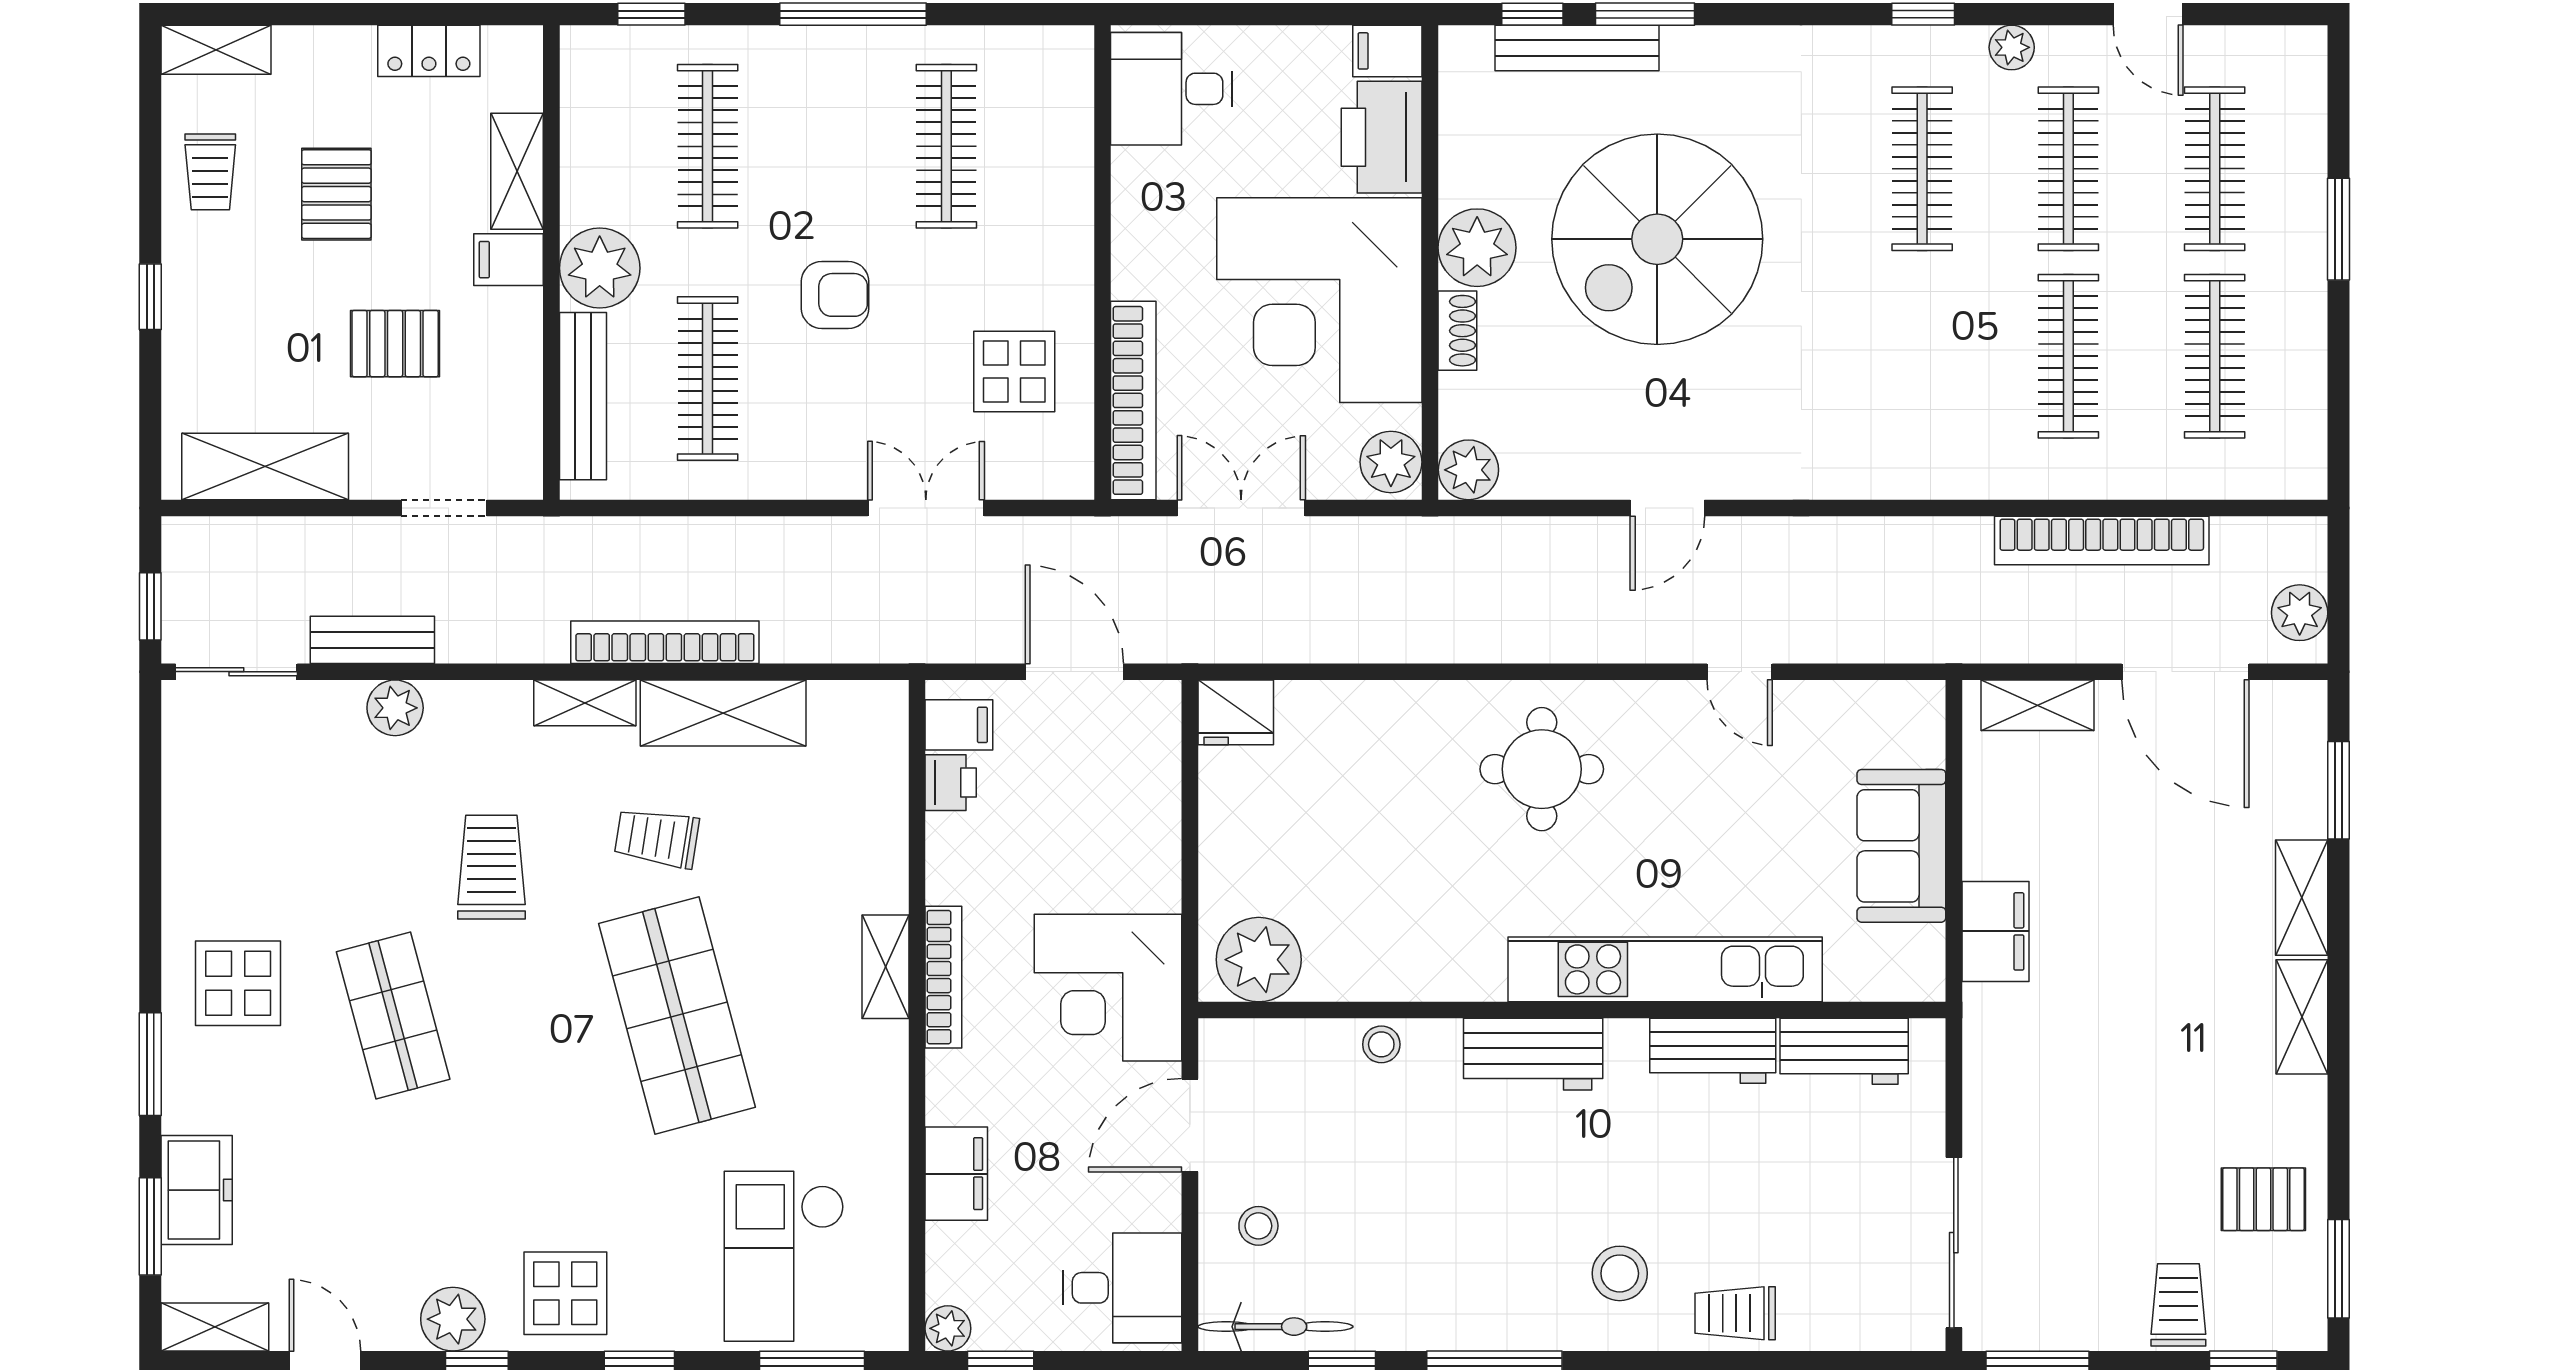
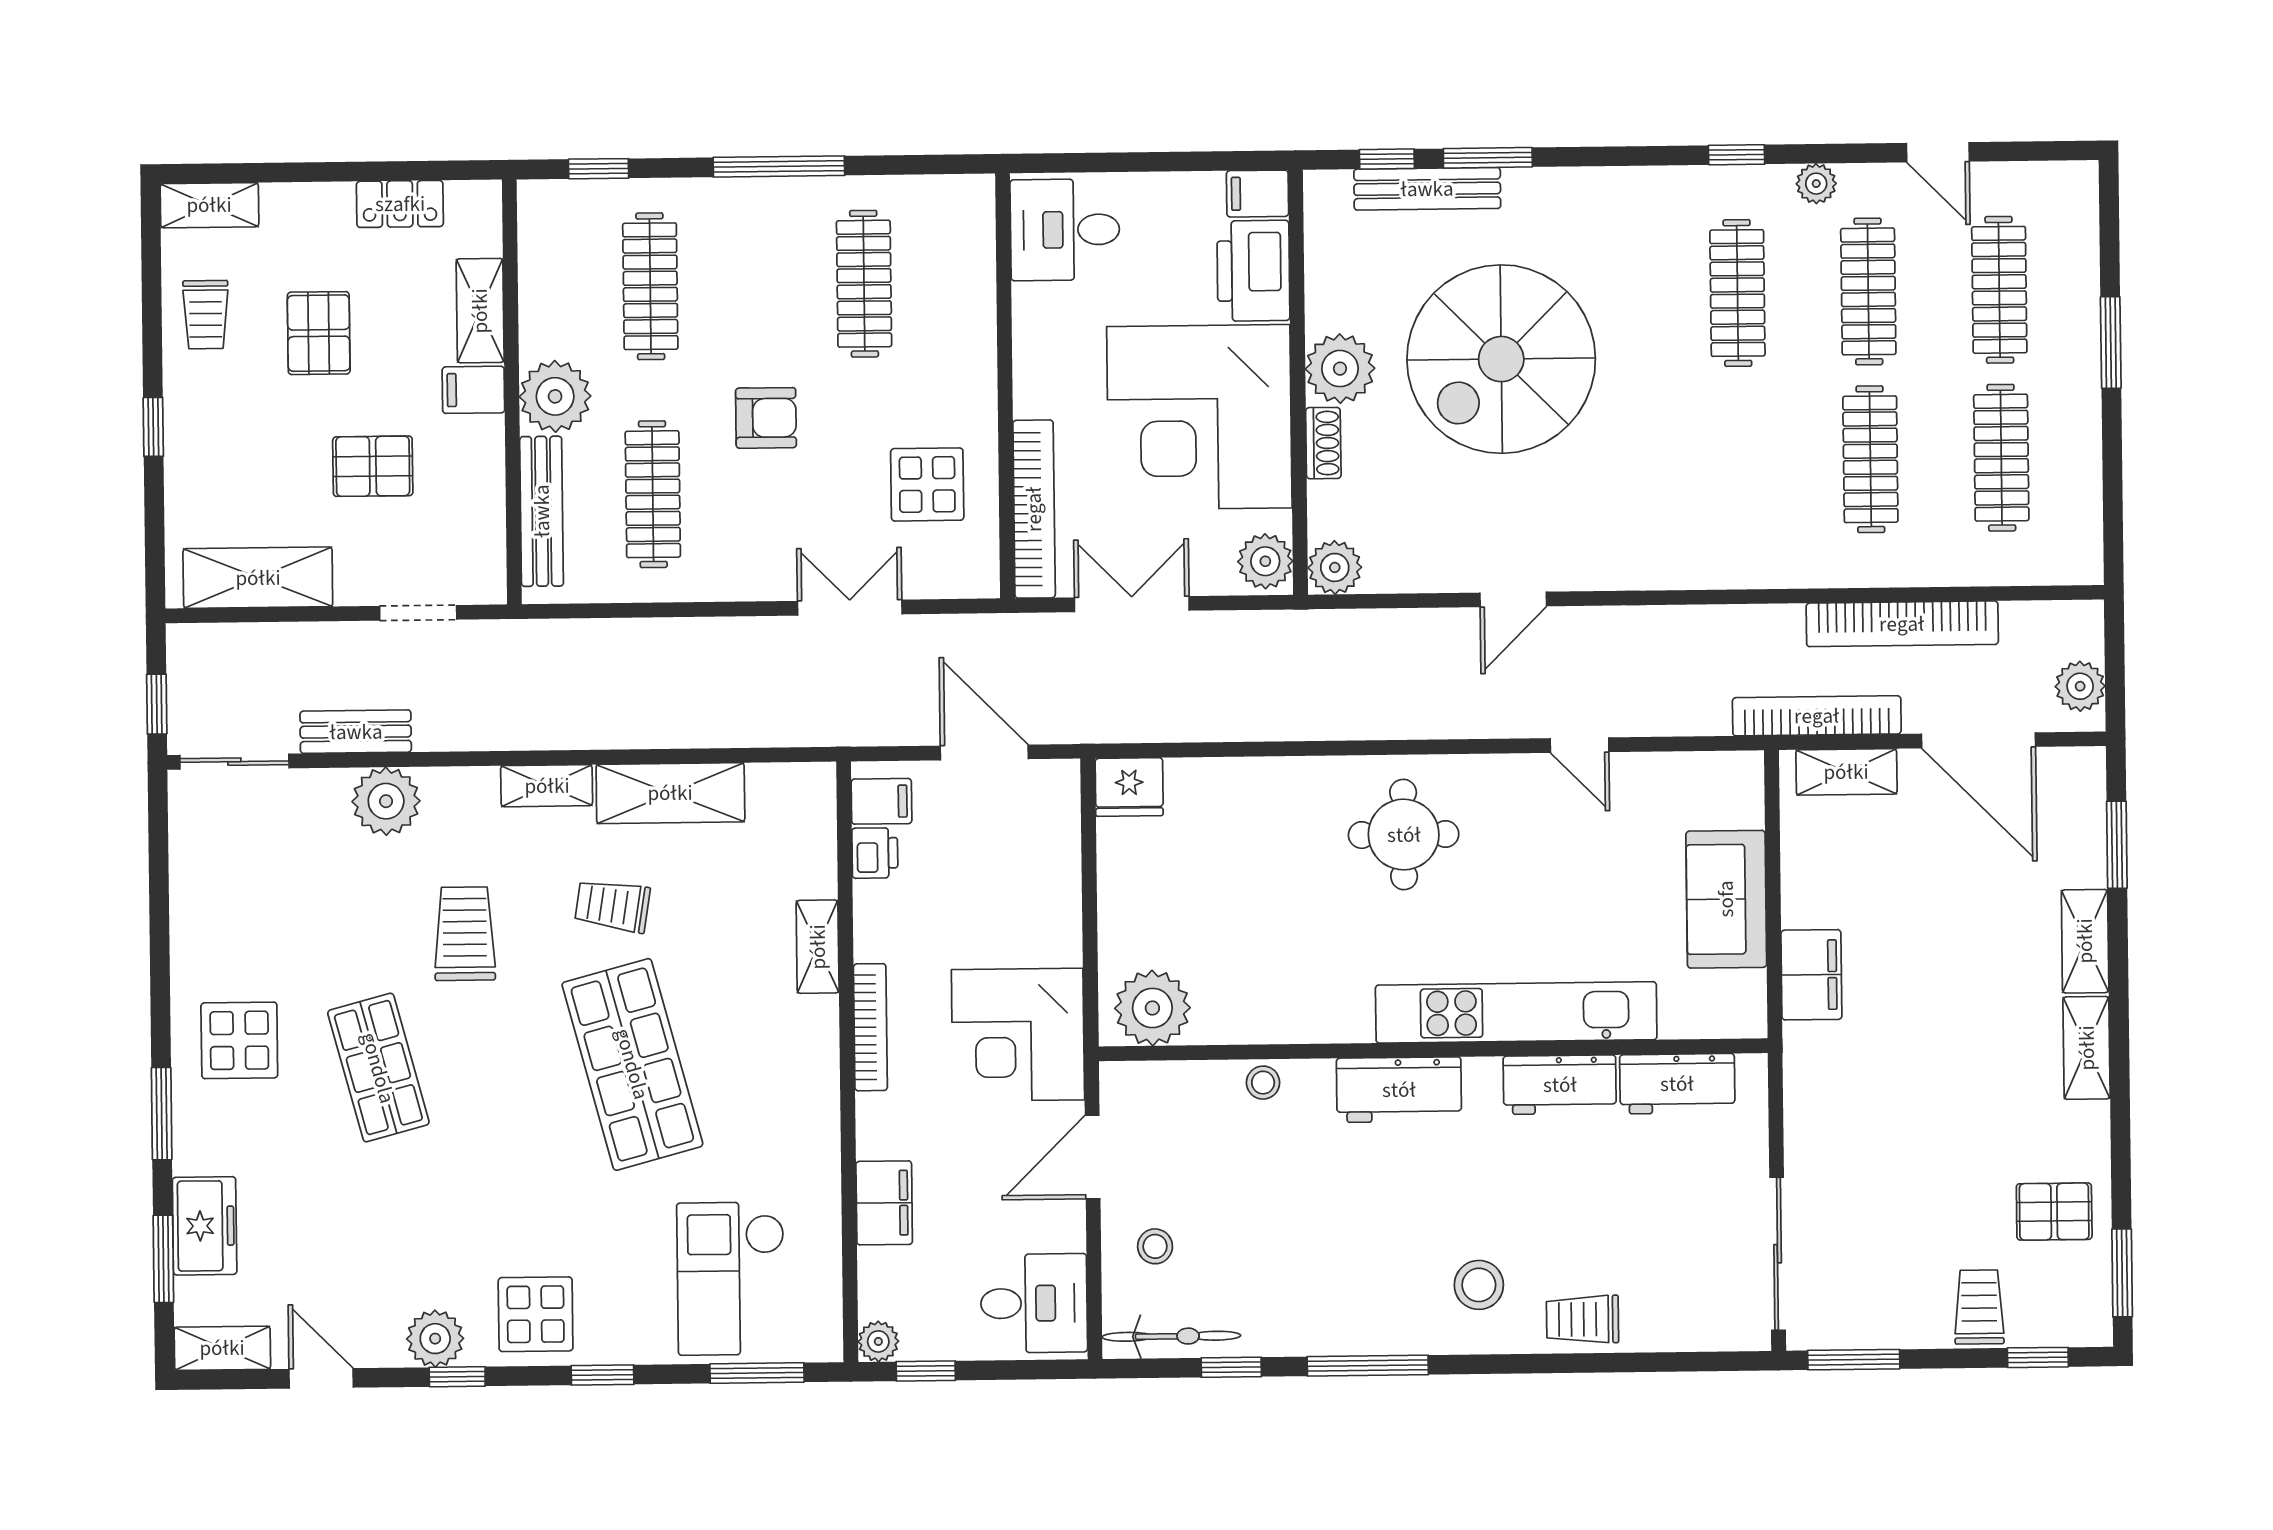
bookcase: (665, 642) -> (1817, 716), moved
plant: (395, 708) -> (386, 801), width x1.36, depth x1.36
shelving: (885, 967) -> (818, 947), moved

